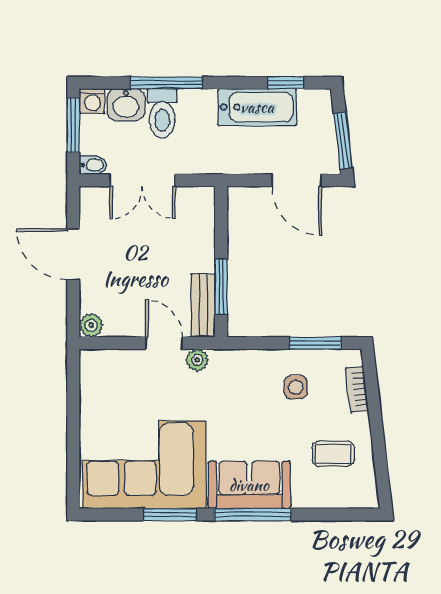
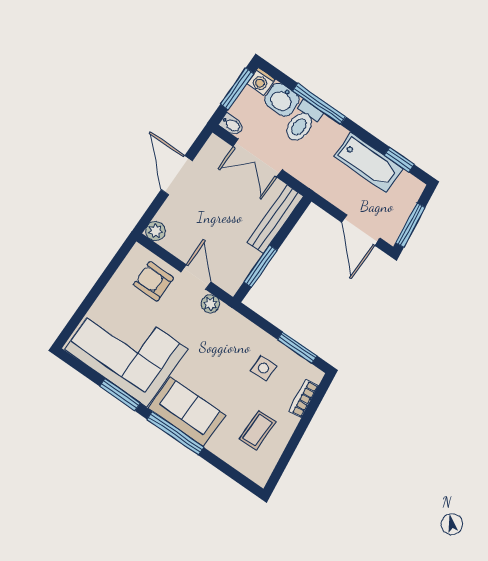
bench: (203, 305) -> (275, 219), moved, width x1.36
armchair: (124, 377) -> (153, 281), added
coffee table: (333, 454) -> (258, 430), turned 90

